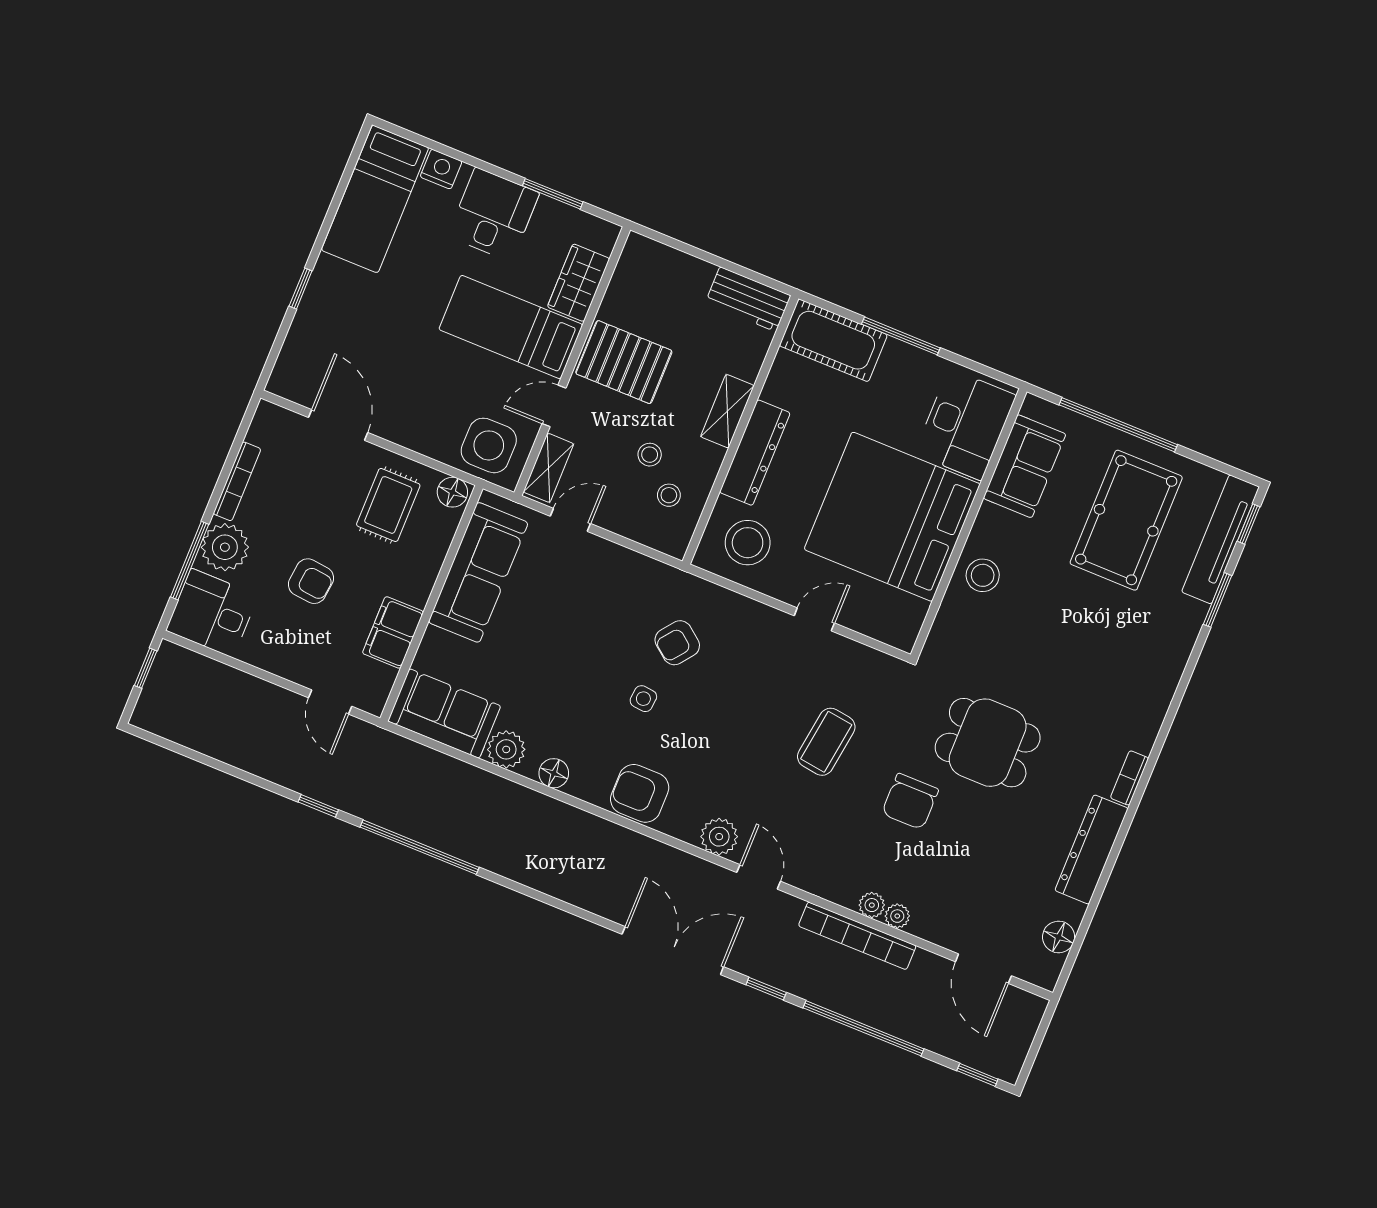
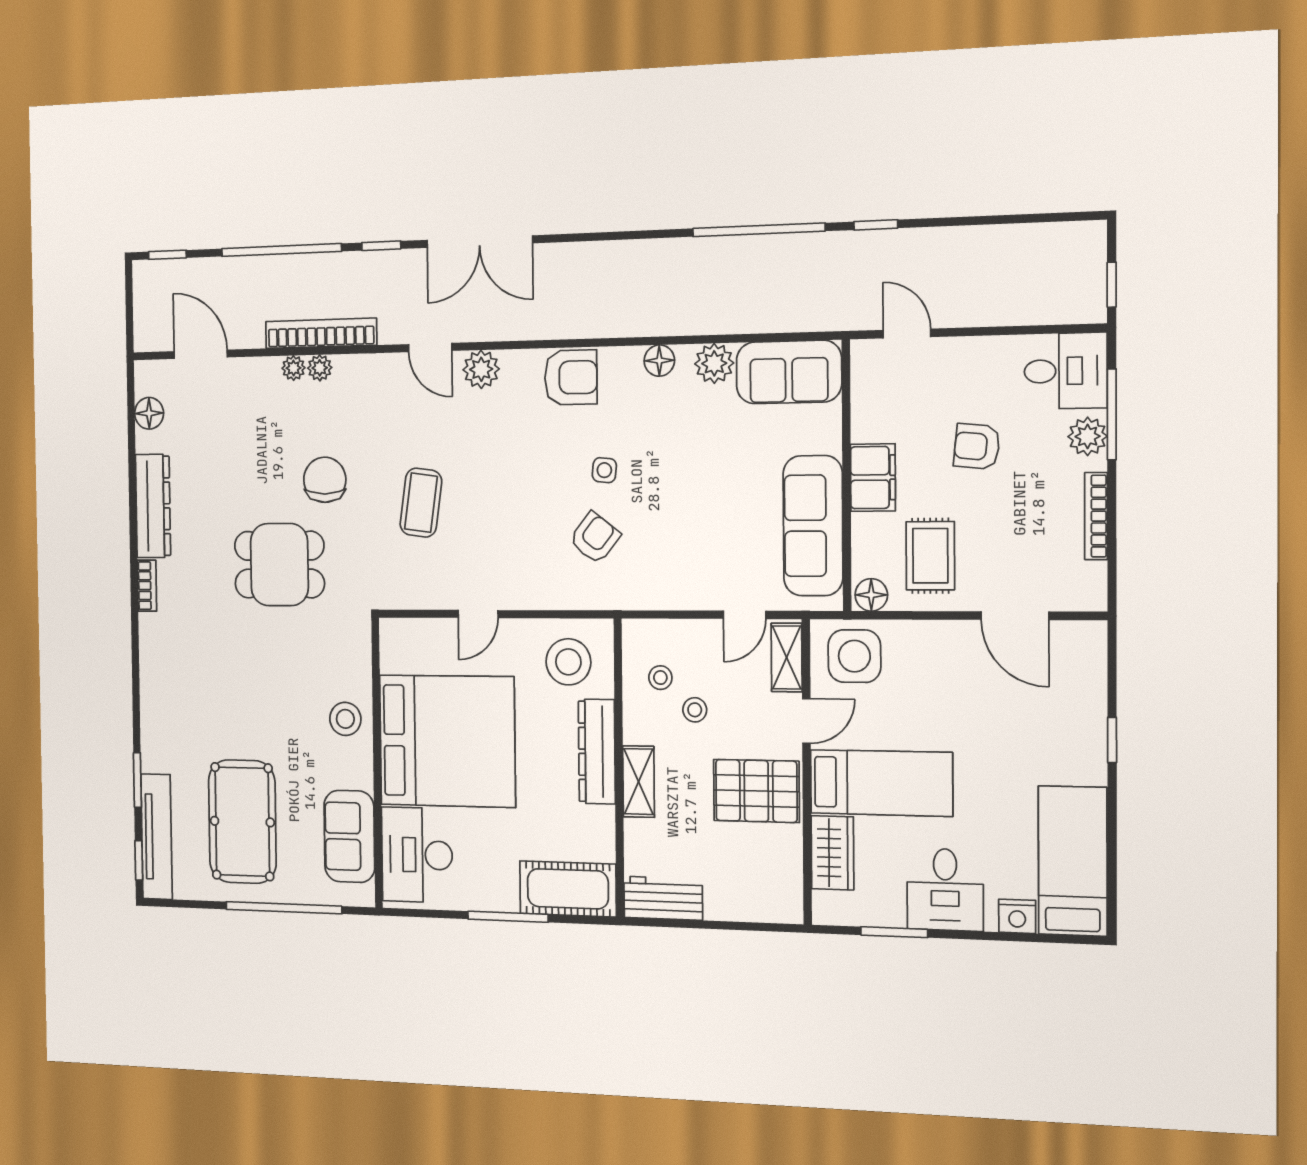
plant: (225, 547) -> (1088, 436), width x0.73, depth x0.73
filing cabinet: (393, 632) -> (873, 478), moved

